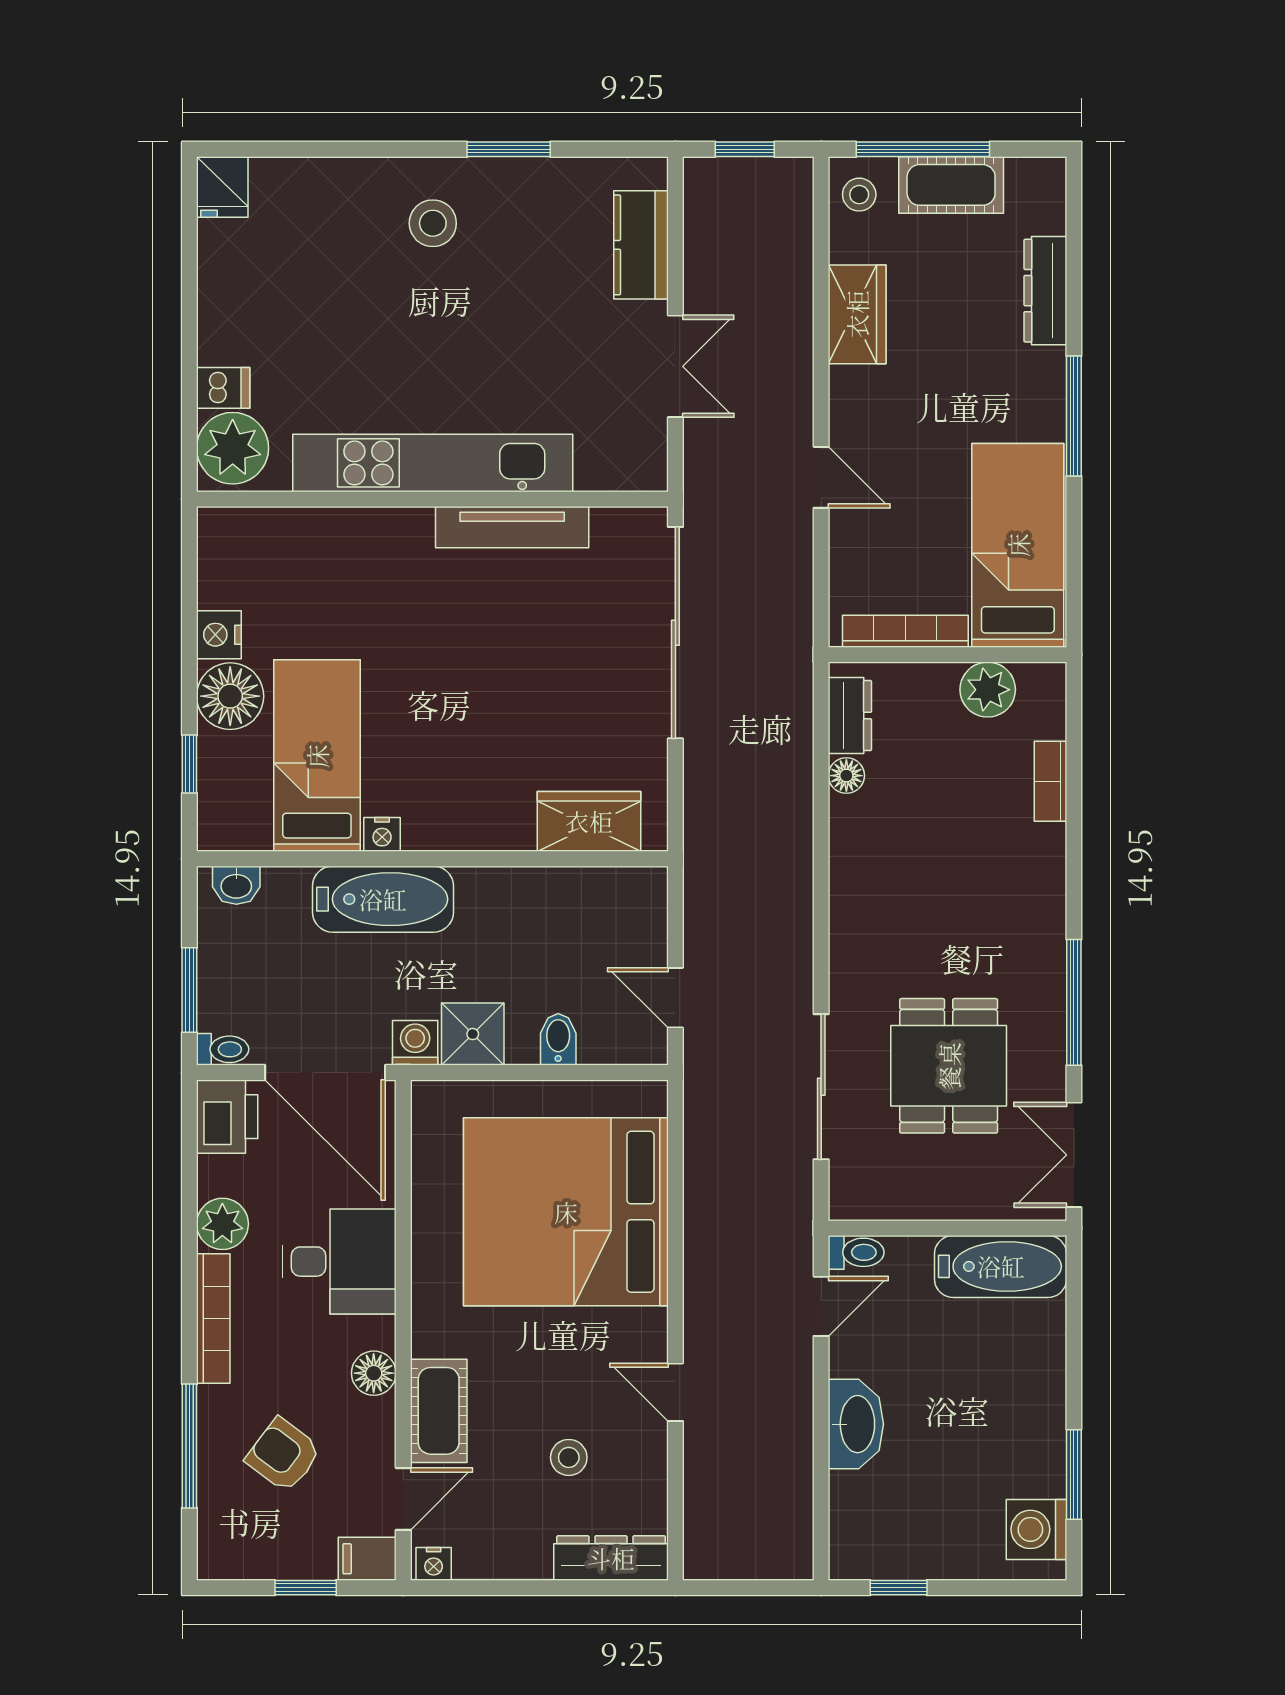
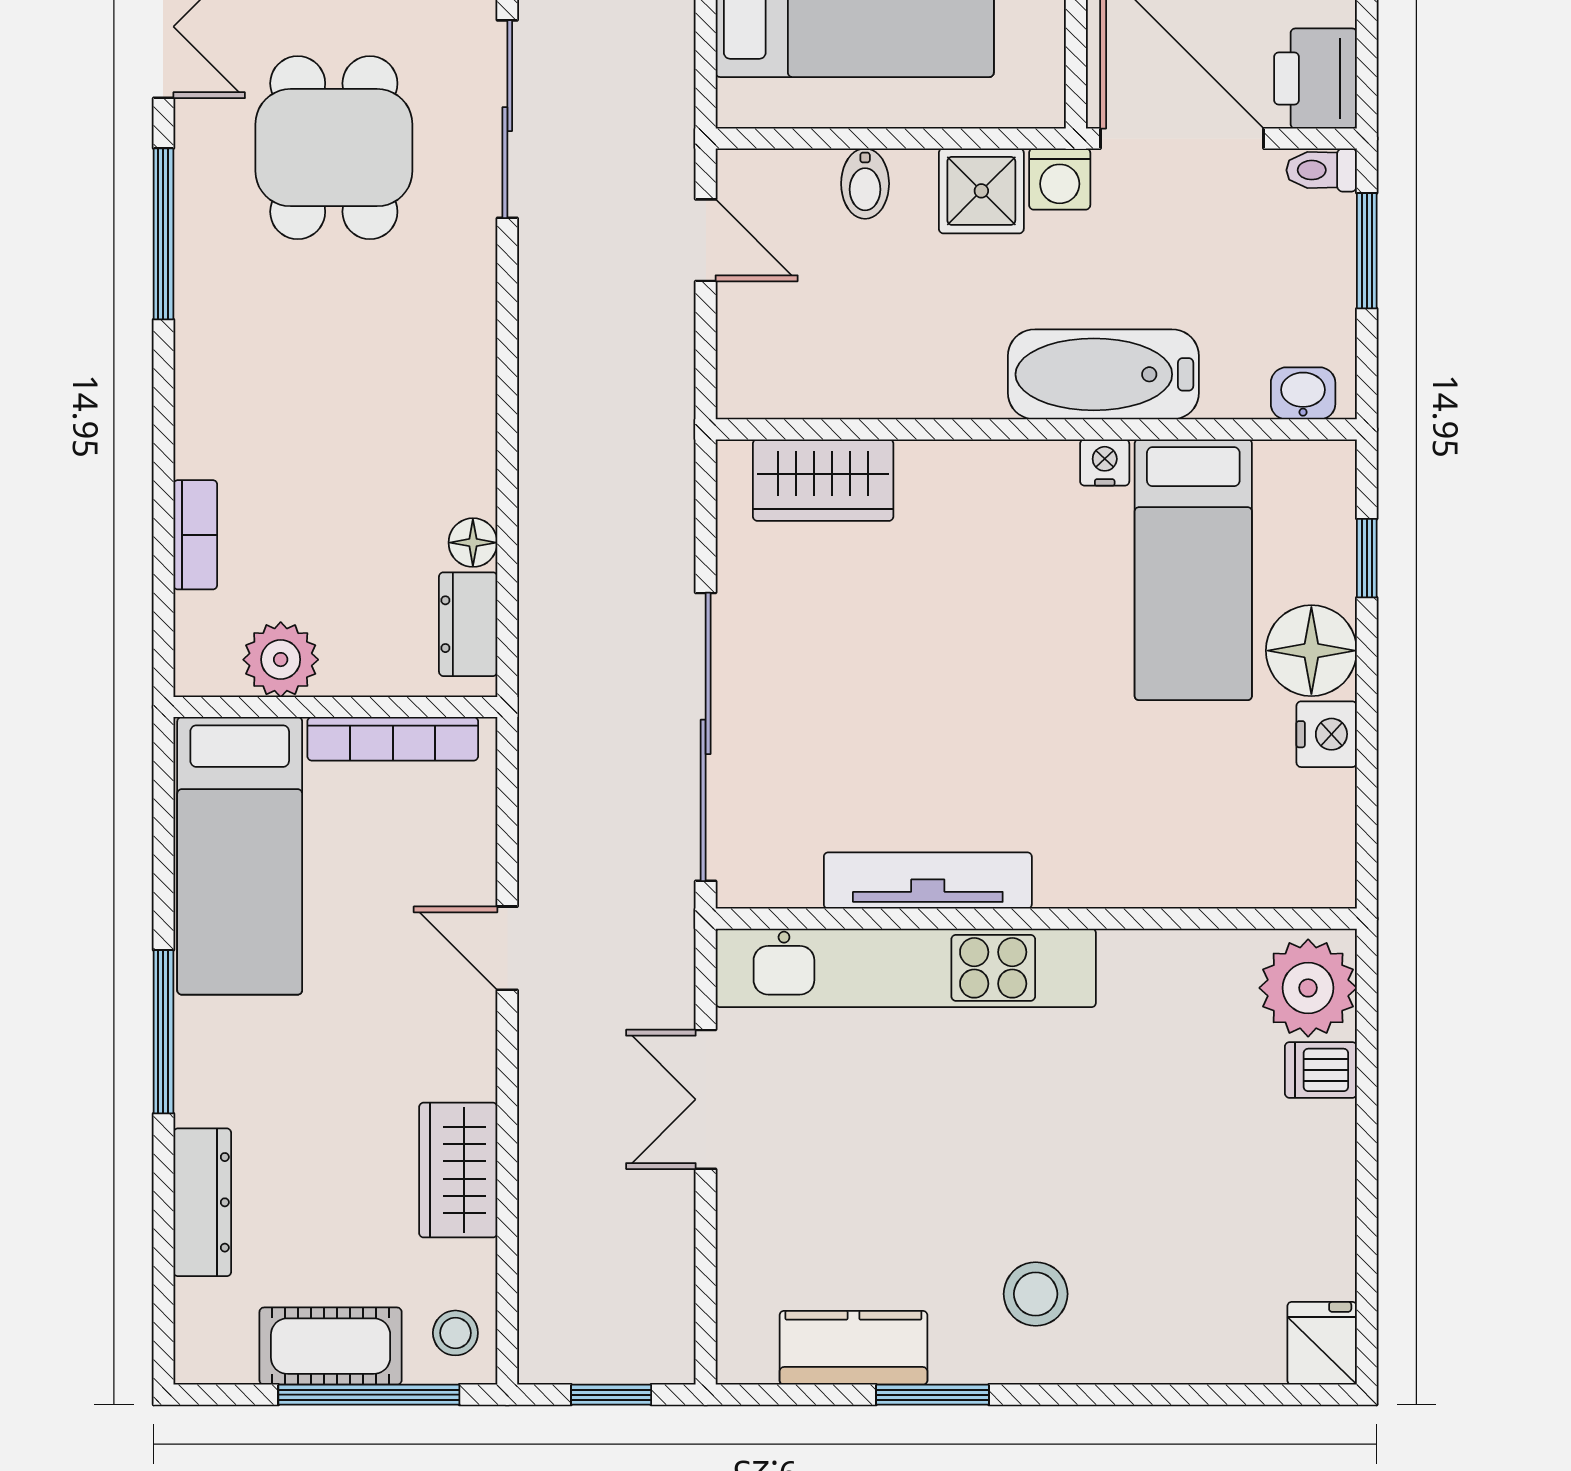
kitchen counter: (641, 245) -> (853, 1348), moved, turned -90
kitchen unit: (433, 463) -> (906, 968), moved

